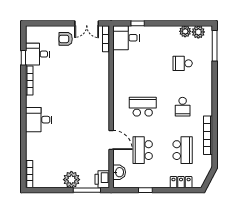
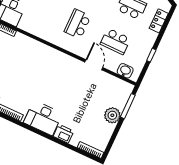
desk: (39, 120) -> (43, 118), width x1.37
door: (111, 140) -> (94, 65), hinge flipped
printer: (102, 179) -> (64, 134), moved, turned 180

